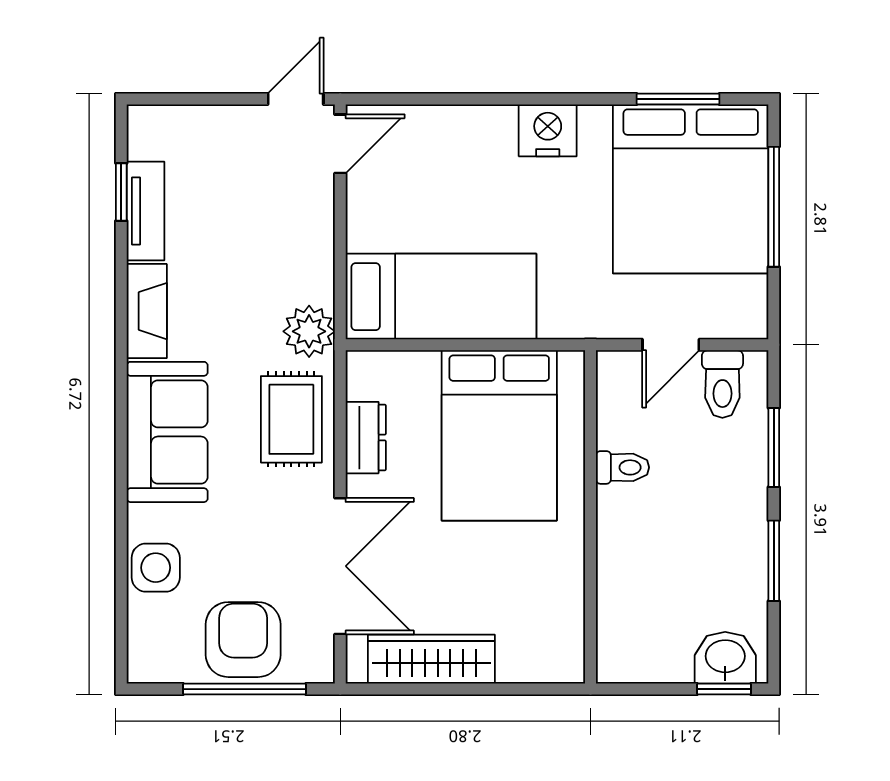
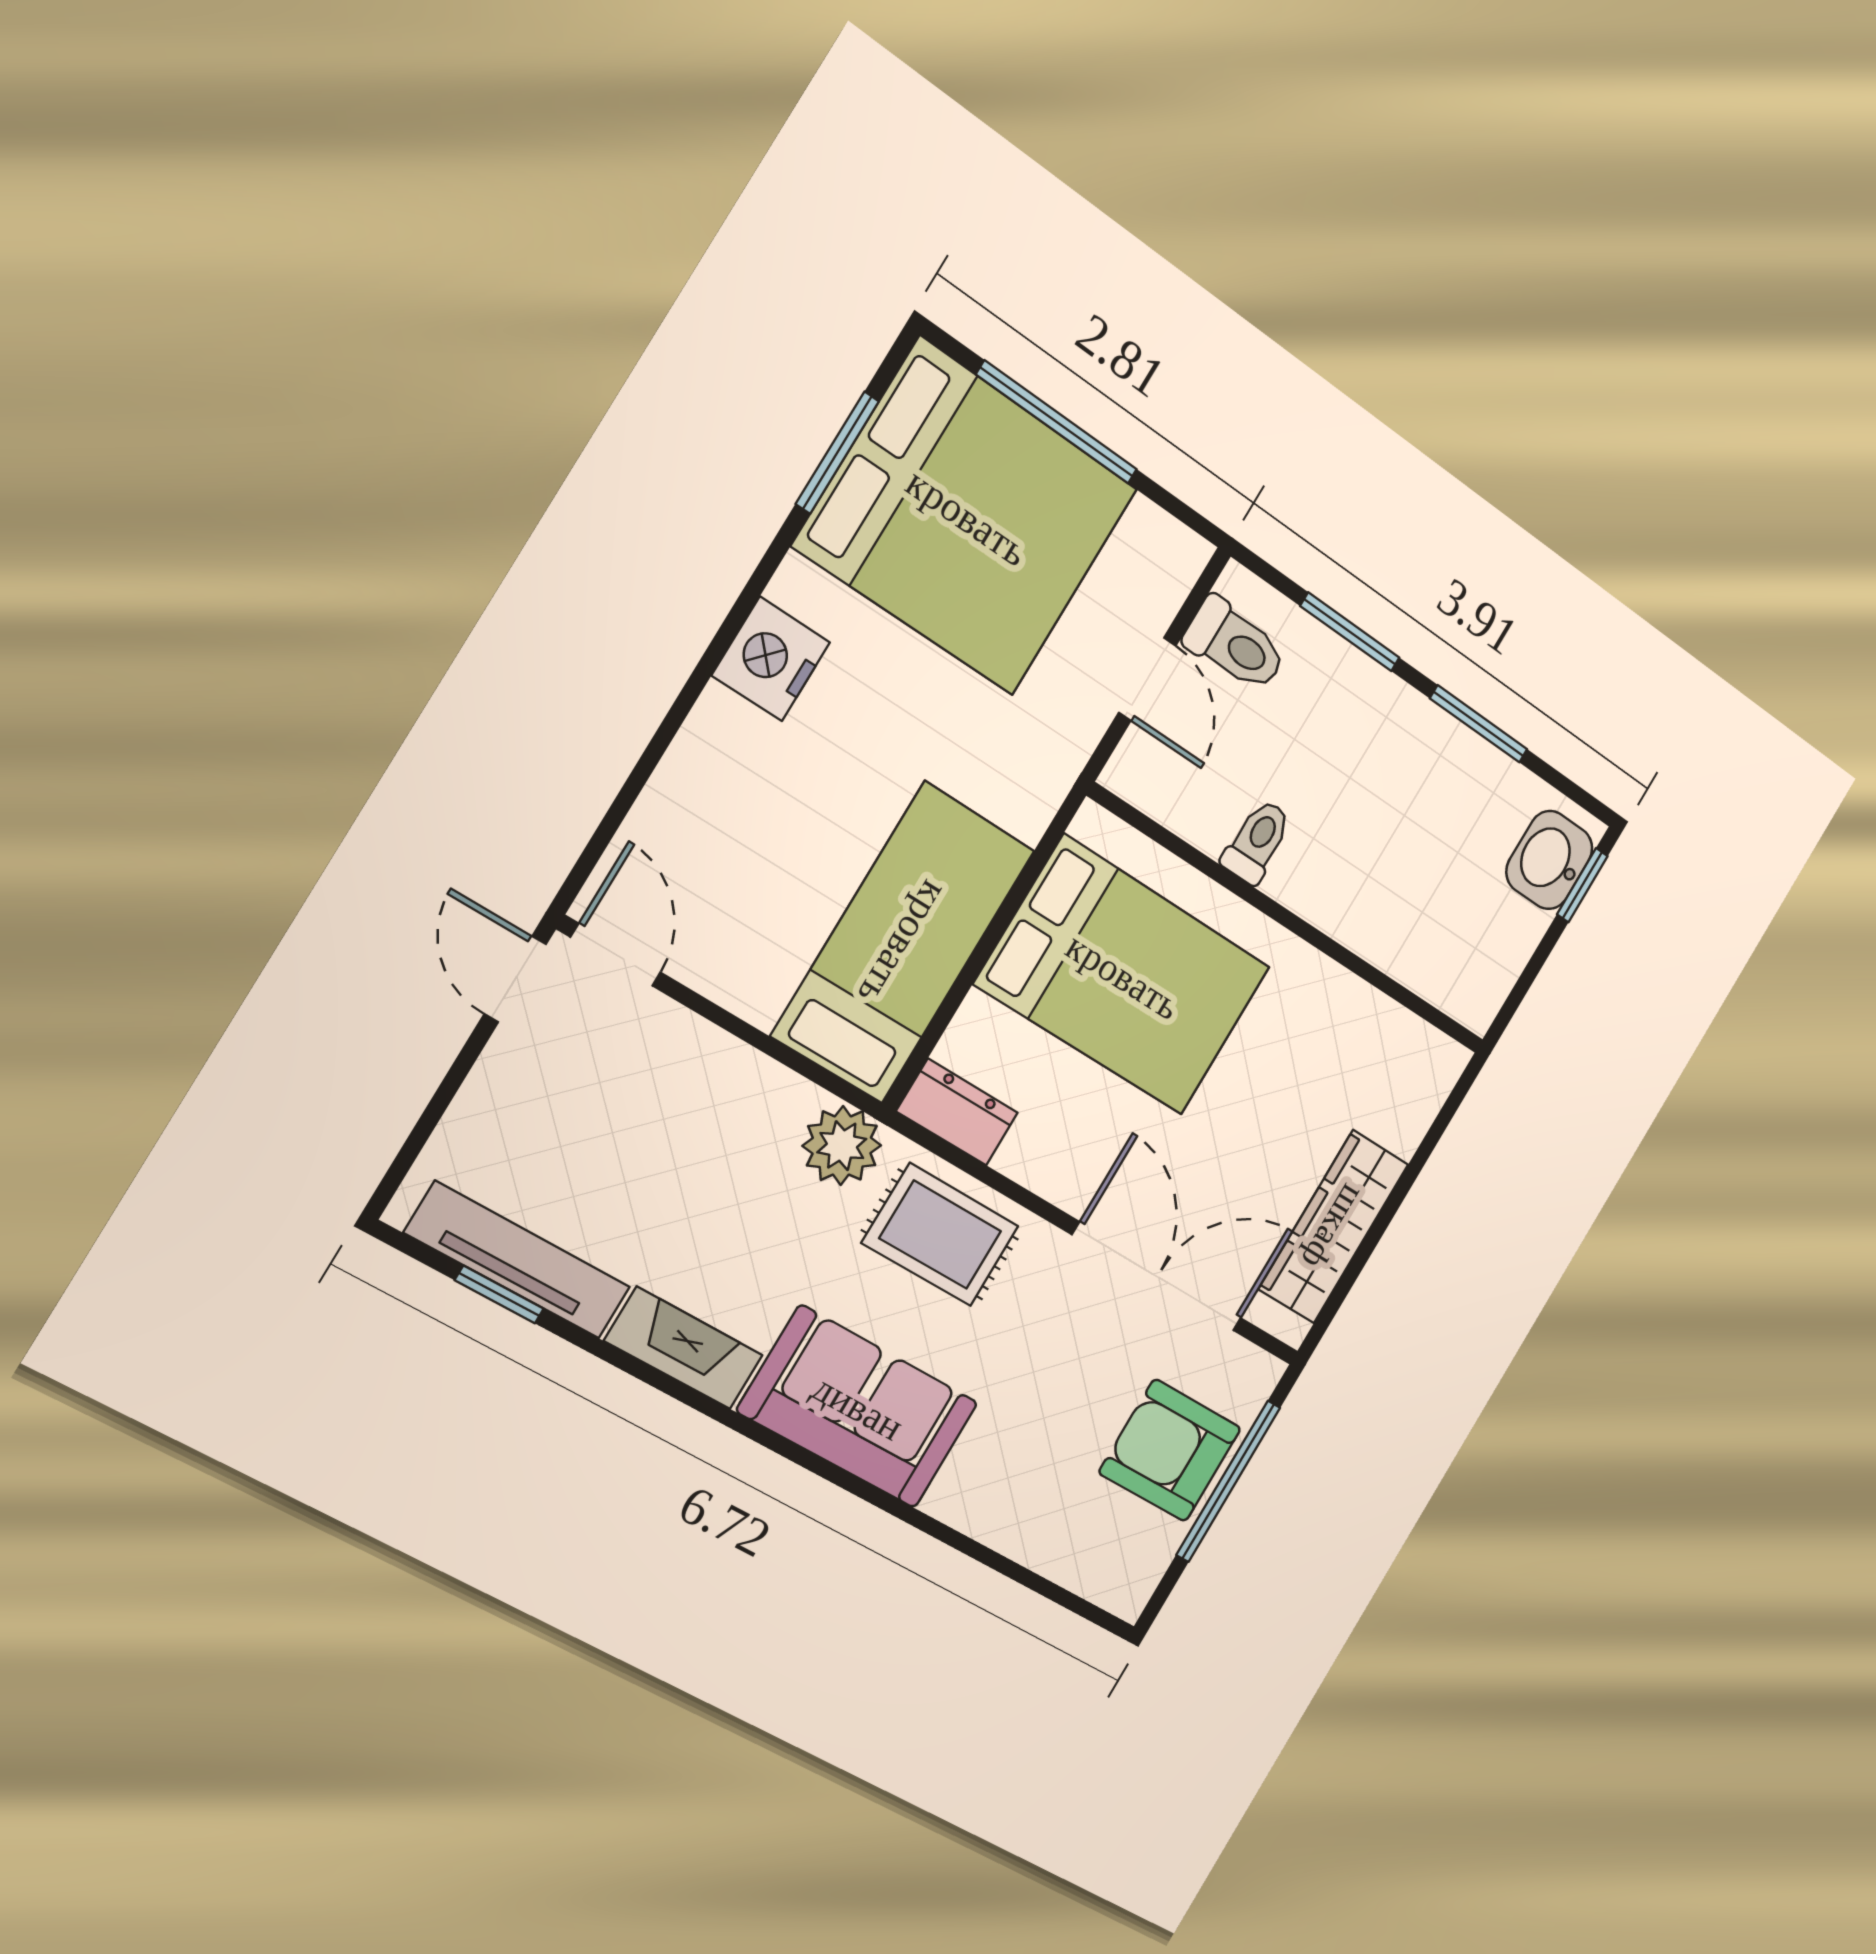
tv unit: (145, 211) -> (518, 1260), width x1.41
dresser: (366, 438) -> (957, 1112), moved
side table: (156, 568) -> (1018, 1514), removed

